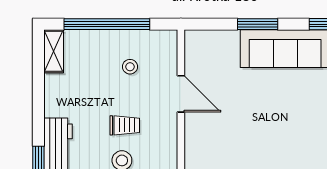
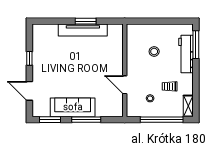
window: (258, 24) -> (86, 120), width x1.44
trolley: (125, 125) -> (170, 86), moved

